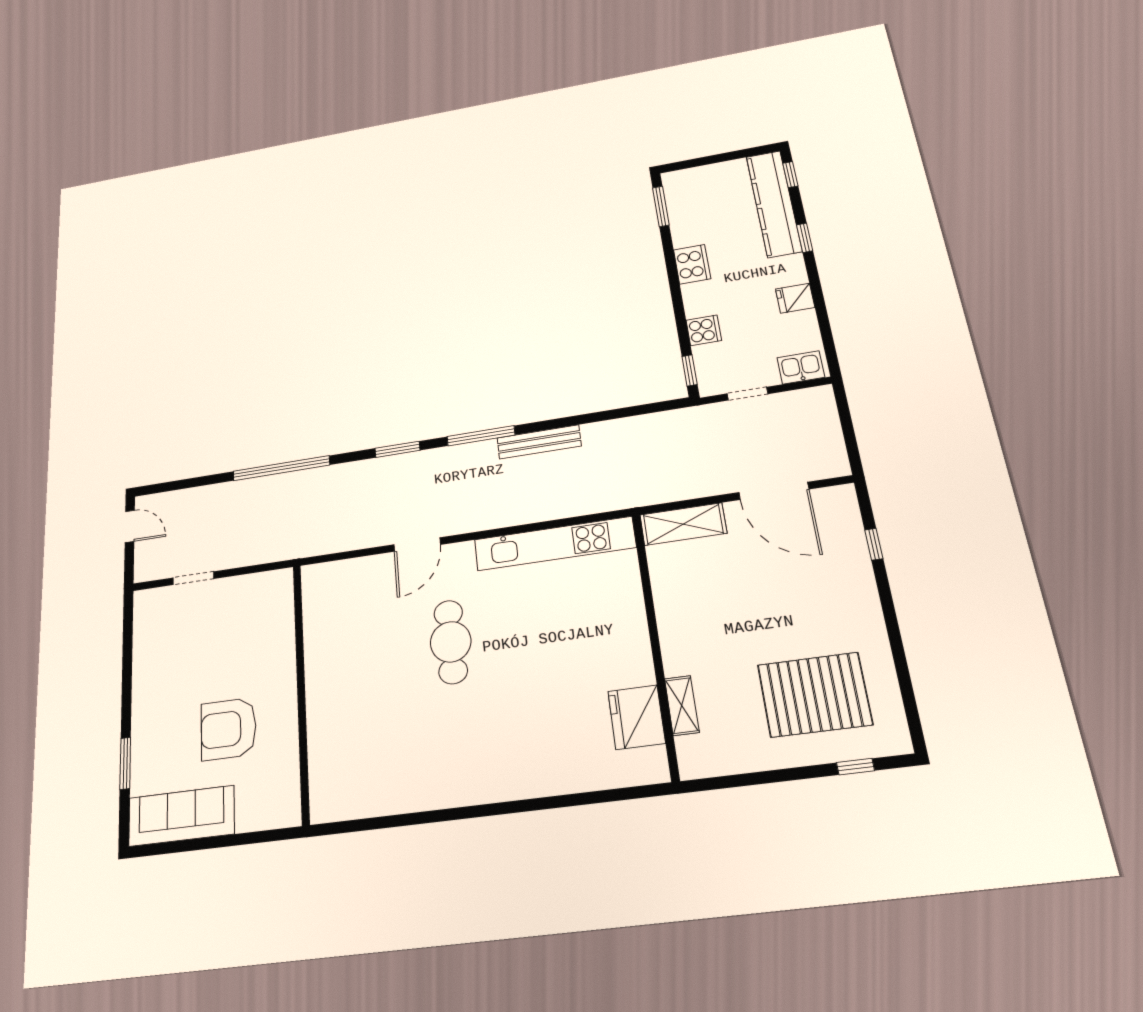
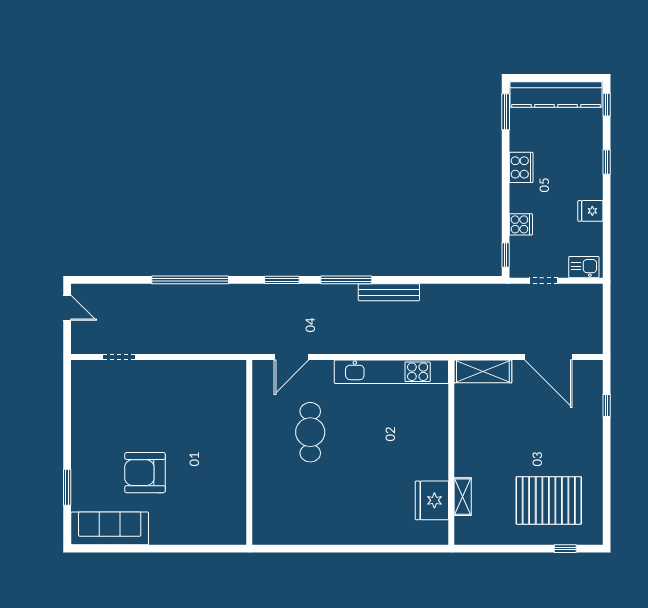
kitchen counter: (774, 204) -> (556, 95), moved, turned -90
wall: (301, 691) -> (249, 452), moved

